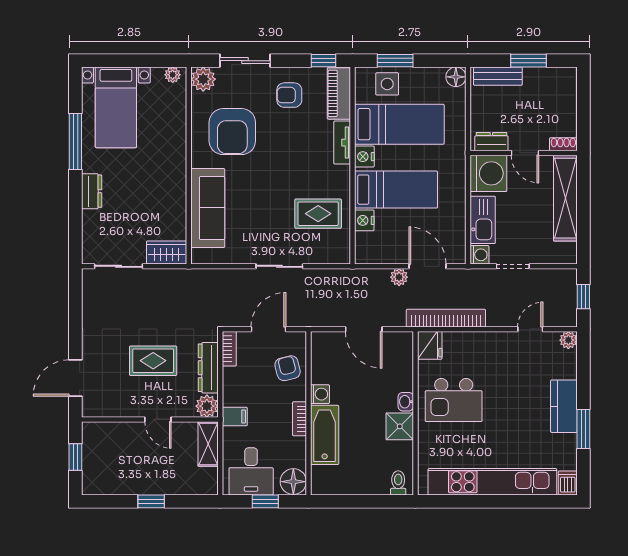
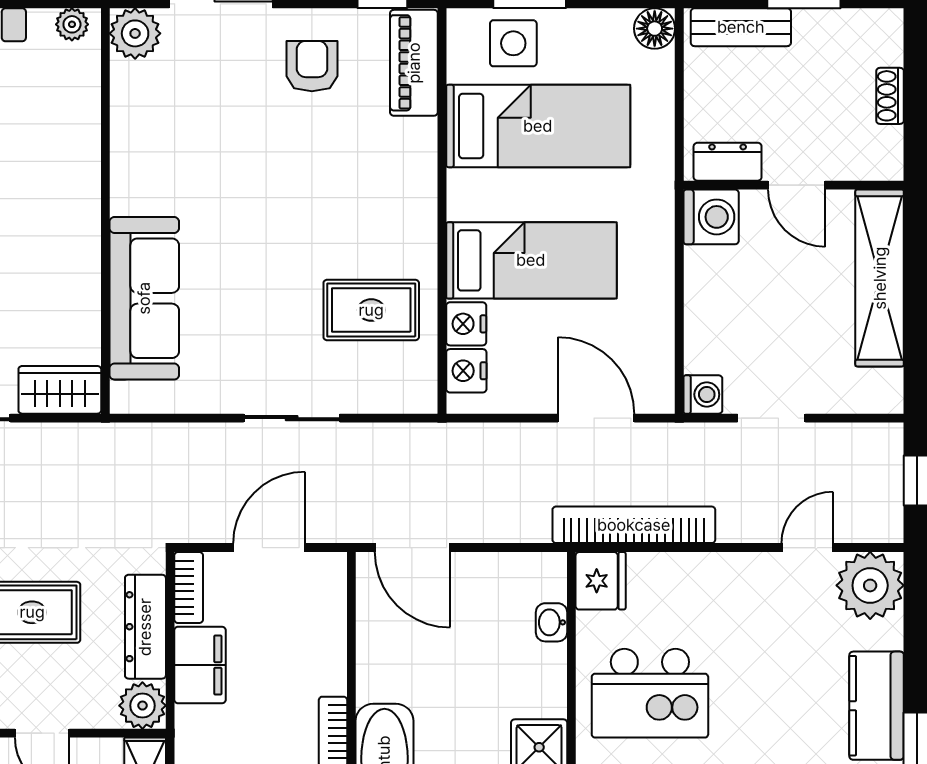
armchair: (289, 95) -> (312, 66), turned 90
armchair: (232, 132) -> (195, 141), removed
tv unit: (342, 143) -> (421, 164), removed
shoe rack: (563, 144) -> (890, 96), moved, turned -90
nightstand: (364, 157) -> (466, 371), moved
washing machine: (488, 173) -> (711, 217), width x0.73, depth x0.73
kitchen sink: (483, 220) -> (709, 323), removed
plant: (399, 277) -> (538, 440), removed
door: (364, 329) -> (413, 548), moved
plant: (568, 340) -> (870, 585), width x1.88, depth x1.88
armchair: (288, 368) -> (308, 628), removed
washing machine: (320, 394) -> (375, 681), removed
washbasin: (406, 402) -> (552, 622), moved
filing cabinet: (235, 416) -> (200, 665), moved, width x2.00

